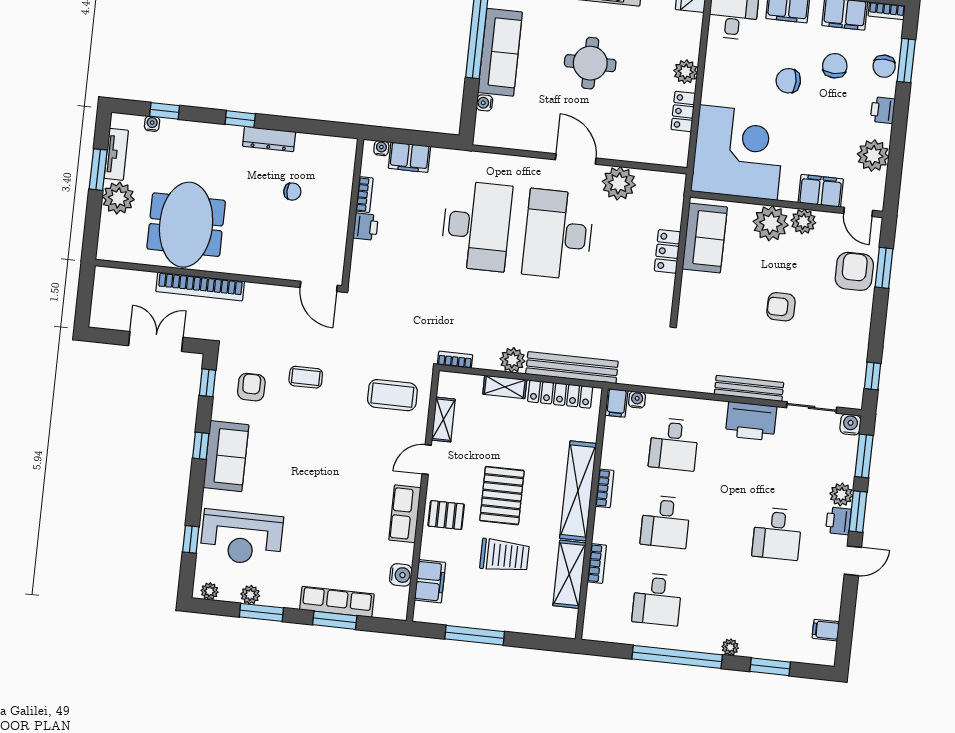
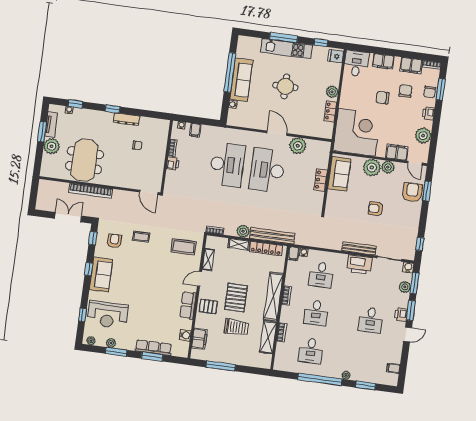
filing cabinet: (409, 157) -> (195, 130), width x0.50
plant: (841, 495) -> (405, 287), moved

